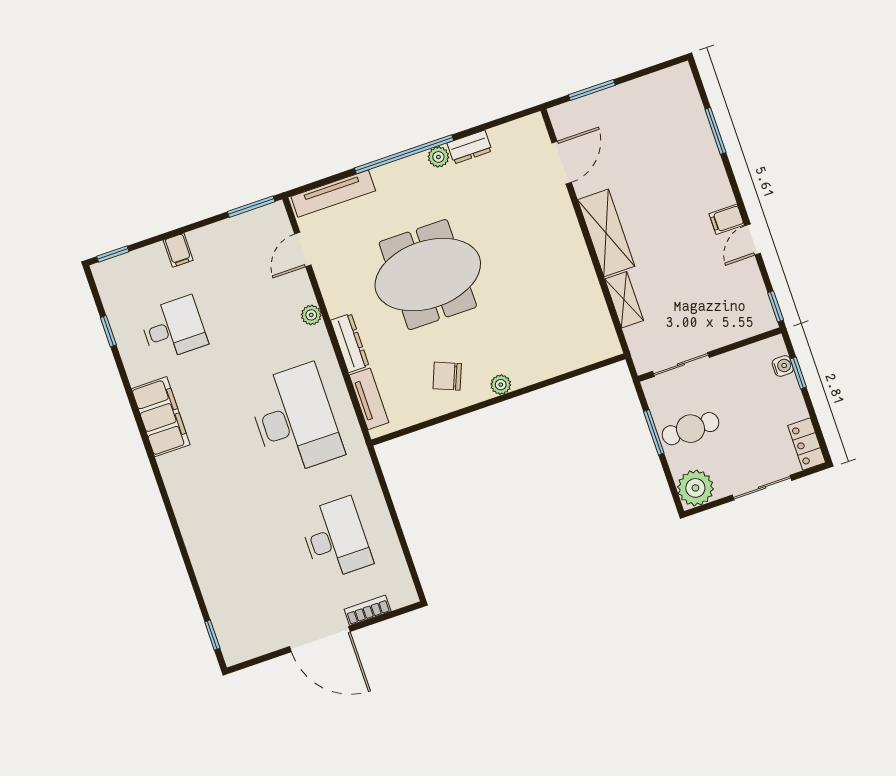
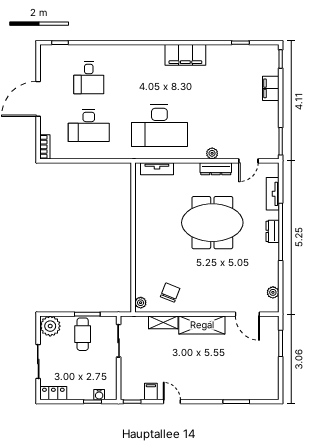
dresser: (469, 147) -> (272, 231), moved
plant: (438, 157) -> (273, 292), moved
tv unit: (333, 194) -> (273, 194), width x0.71
filing cabinet: (727, 219) -> (151, 392), moved
door: (303, 249) -> (248, 161), swing flipped
filing cabinet: (178, 250) -> (271, 88), width x2.00
meeting table: (428, 275) -> (212, 223), turned 90
desk: (173, 328) -> (89, 78), moved
dresser: (350, 343) -> (216, 169), moved
chair: (447, 376) -> (170, 293), moved
plant: (501, 385) -> (141, 303), moved
bookcase: (368, 610) -> (45, 147), moved

